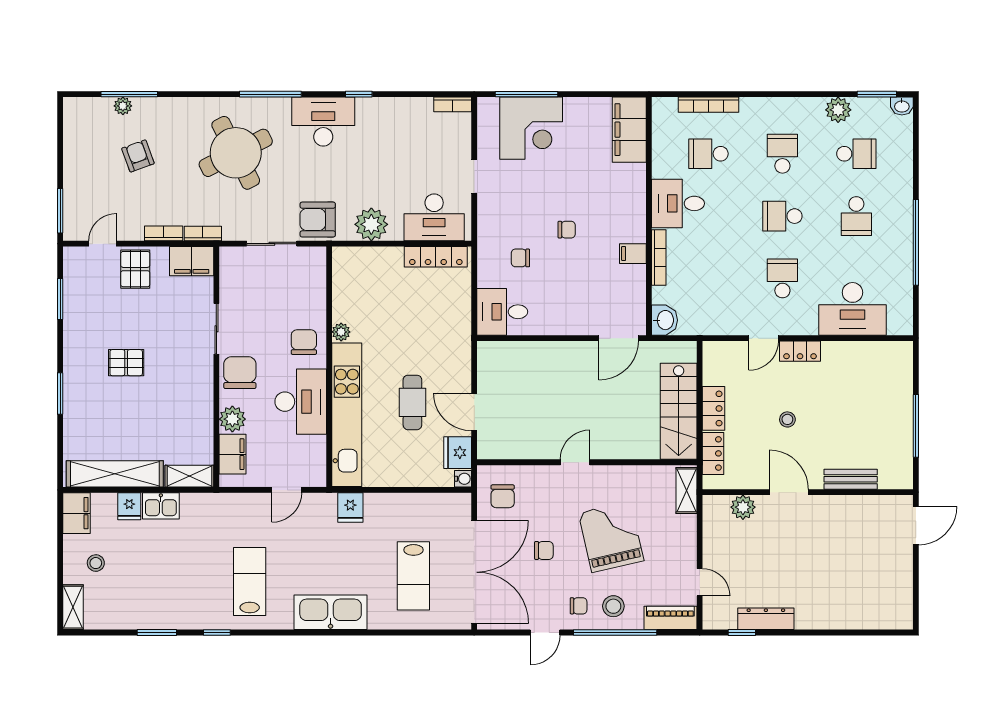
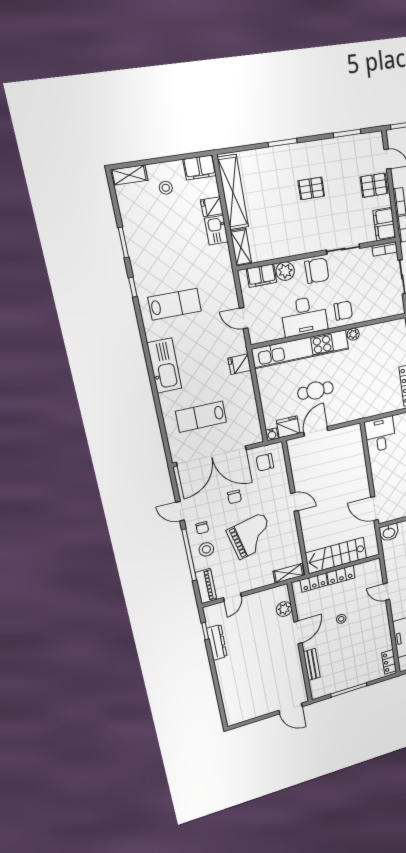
bookcase: (227, 266) -> (385, 249), added
locker: (800, 351) -> (389, 662), moved
pallet: (126, 363) -> (311, 188), turned 90

